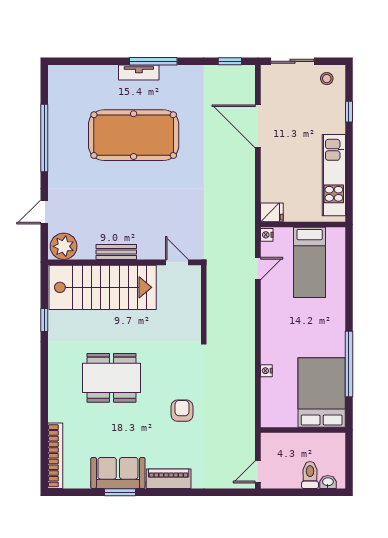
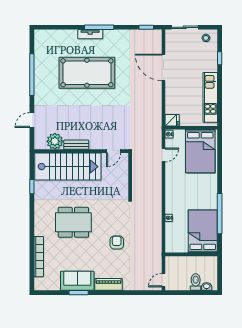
plant: (64, 246) -> (55, 141), moved
door: (177, 262) -> (114, 151), swing flipped
bed: (310, 262) -> (200, 151), width x1.50
bookcase: (55, 456) -> (39, 257), moved

